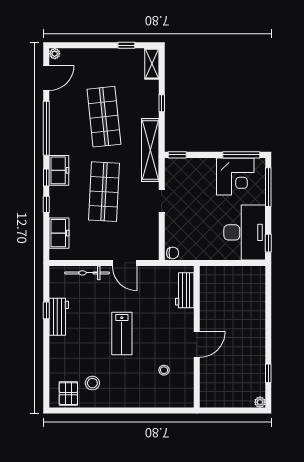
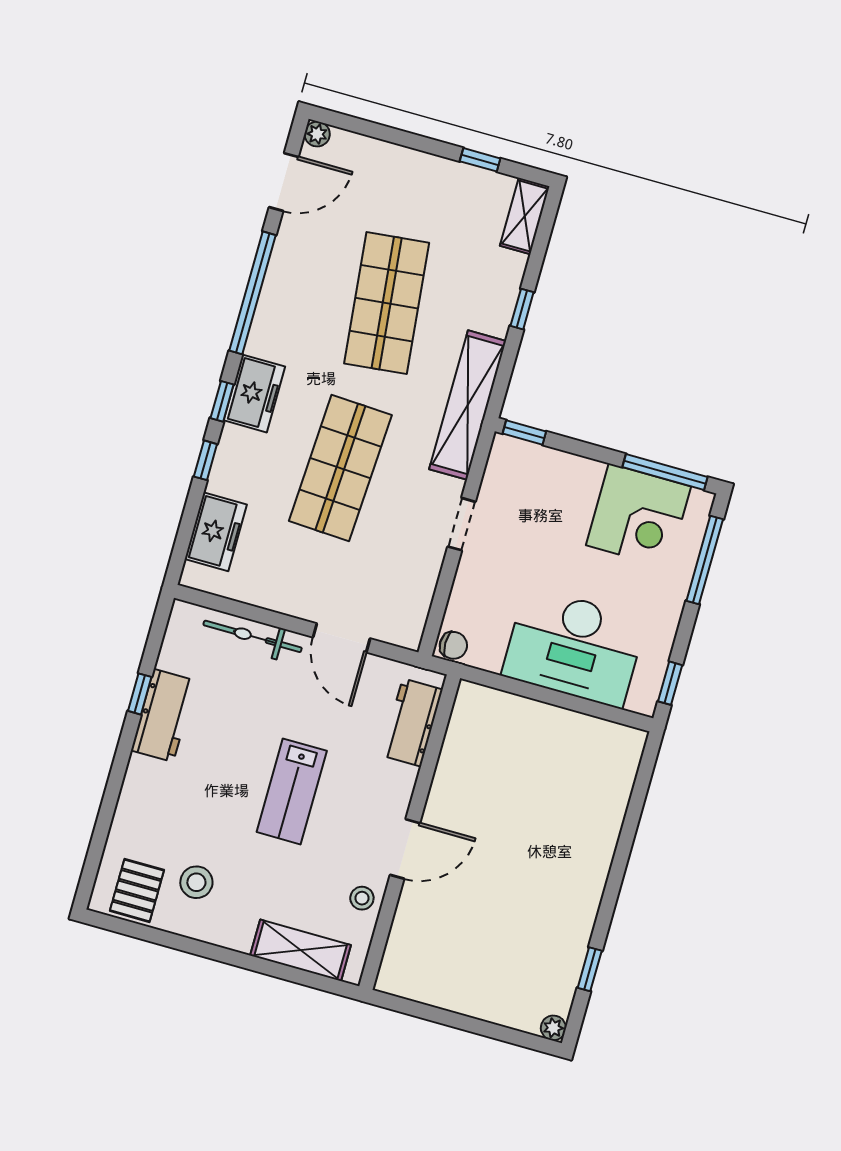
desk: (245, 232) -> (574, 647), moved, turned 90
workbench: (185, 290) -> (412, 722), moved
wall: (197, 337) -> (410, 832), moved
door: (197, 344) -> (405, 849), moved
shelving: (144, 399) -> (301, 950), added

